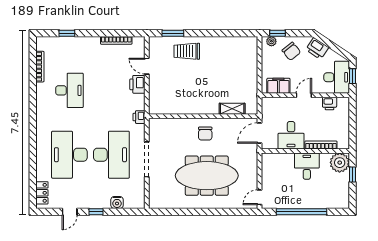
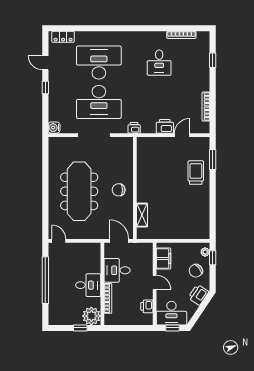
desk: (69, 90) -> (159, 63), width x0.73
water cooler: (117, 202) -> (54, 128), moved

